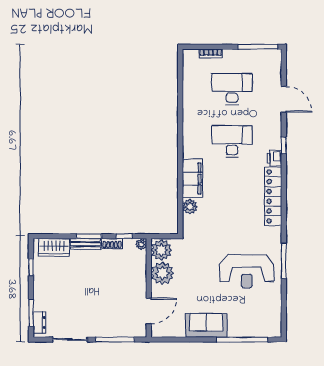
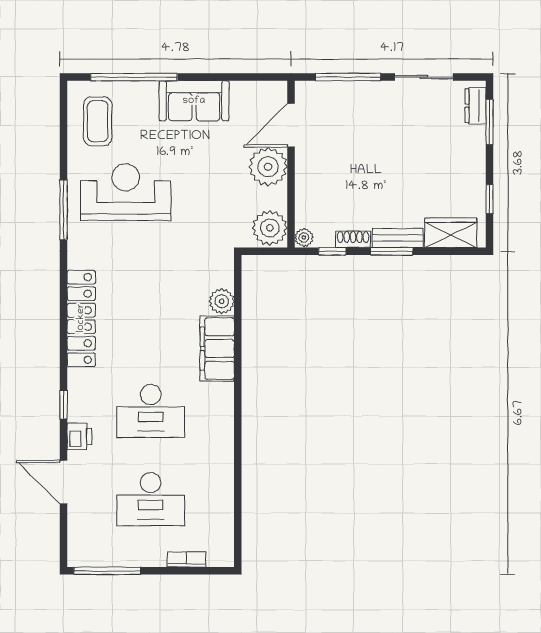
printer: (274, 158) -> (79, 436), moved
plant: (162, 273) -> (268, 167), moved
coffee table: (263, 313) -> (98, 121), added

